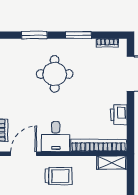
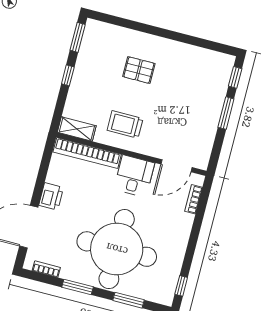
round table: (55, 74) -> (117, 249), width x1.86, depth x1.86
printer: (119, 115) -> (51, 196), moved
trolley: (58, 176) -> (125, 124), moved

